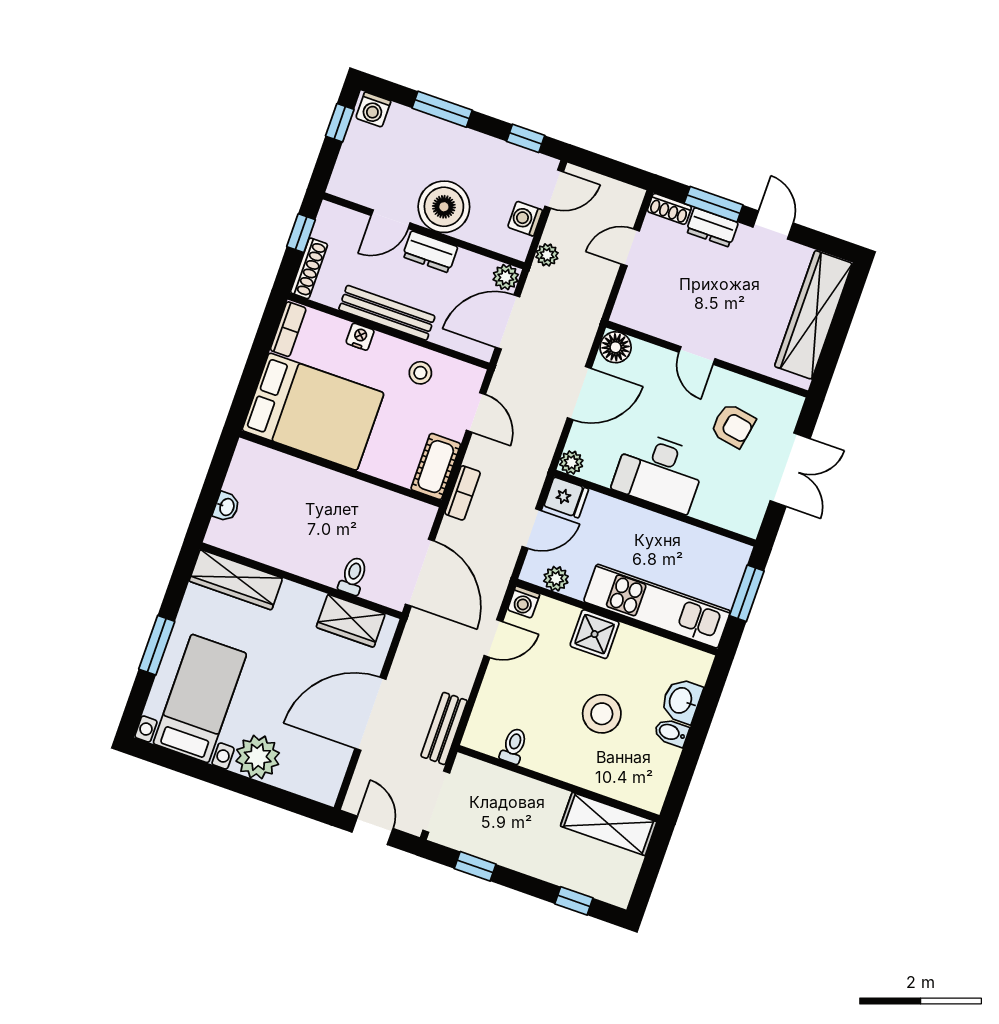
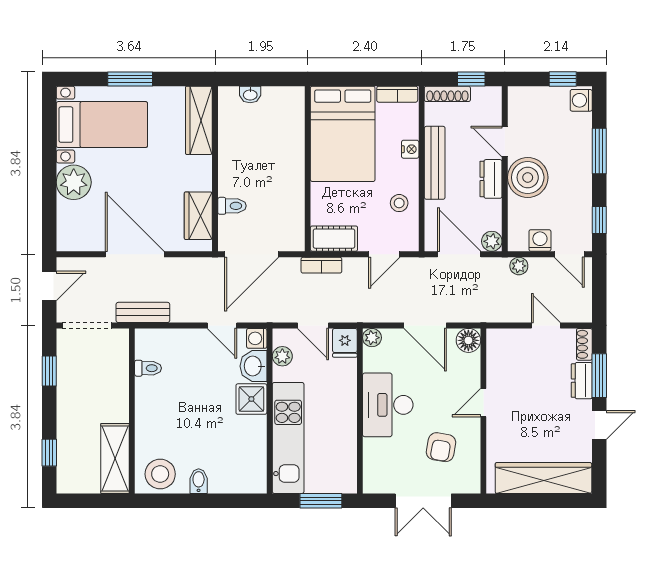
washbasin: (681, 701) -> (253, 366), moved, turned -90
stool: (602, 714) -> (160, 474), moved

